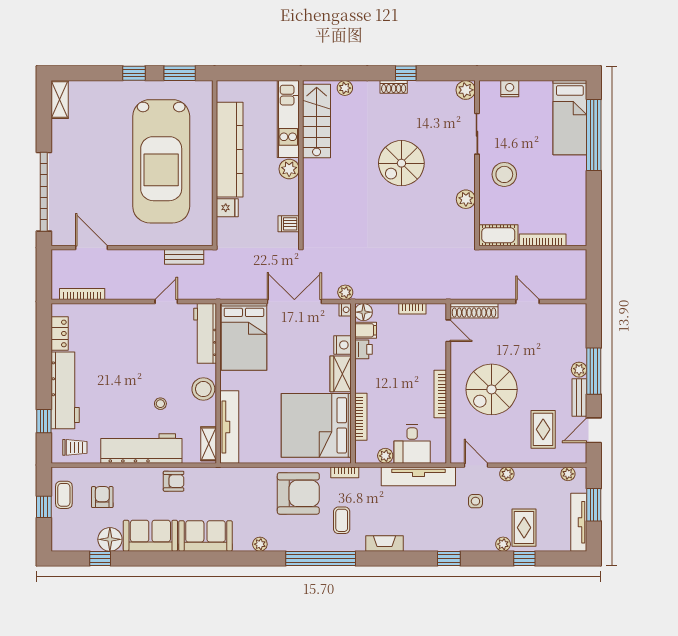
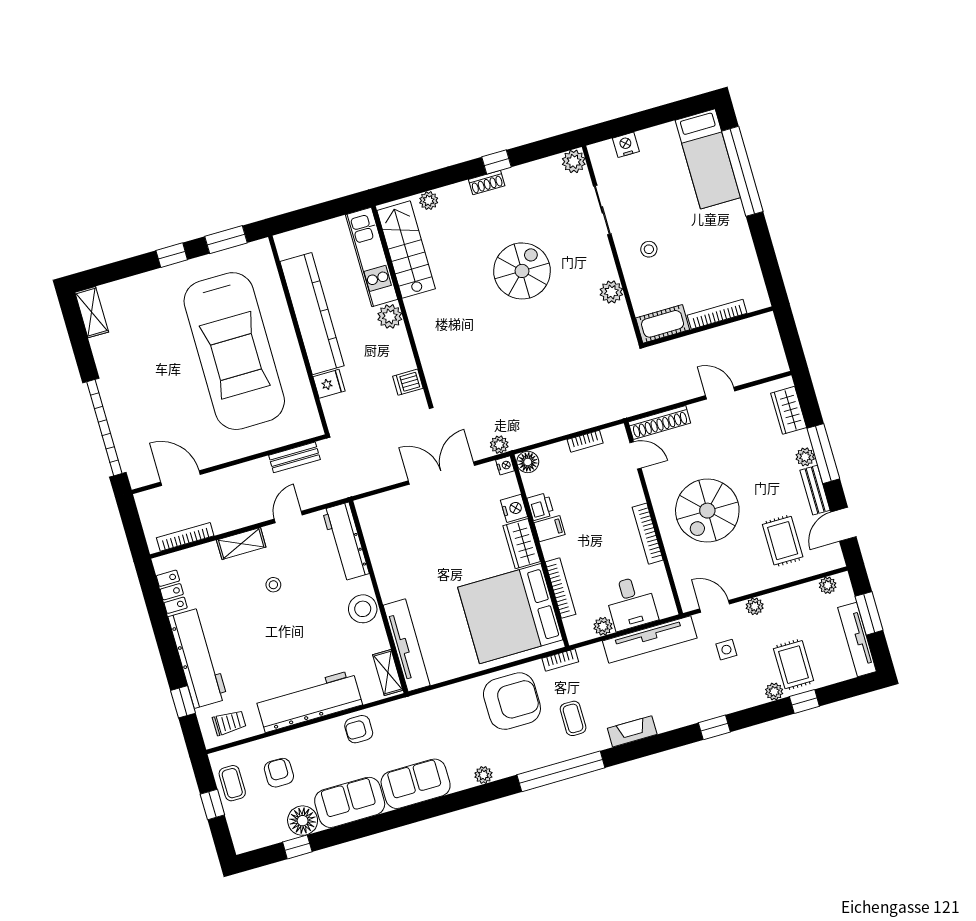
spiral stairs: (401, 163) -> (522, 271), turned 180
stool: (504, 174) -> (649, 249), width x0.53, depth x0.53
shelving: (124, 312) -> (241, 543), added
filing cabinet: (366, 330) -> (550, 529), moved
wardrobe: (577, 330) -> (789, 410), added
bed: (244, 337) -> (393, 533), removed
stool: (160, 404) -> (273, 585), moved
armchair: (174, 481) -> (359, 729), turned 180

